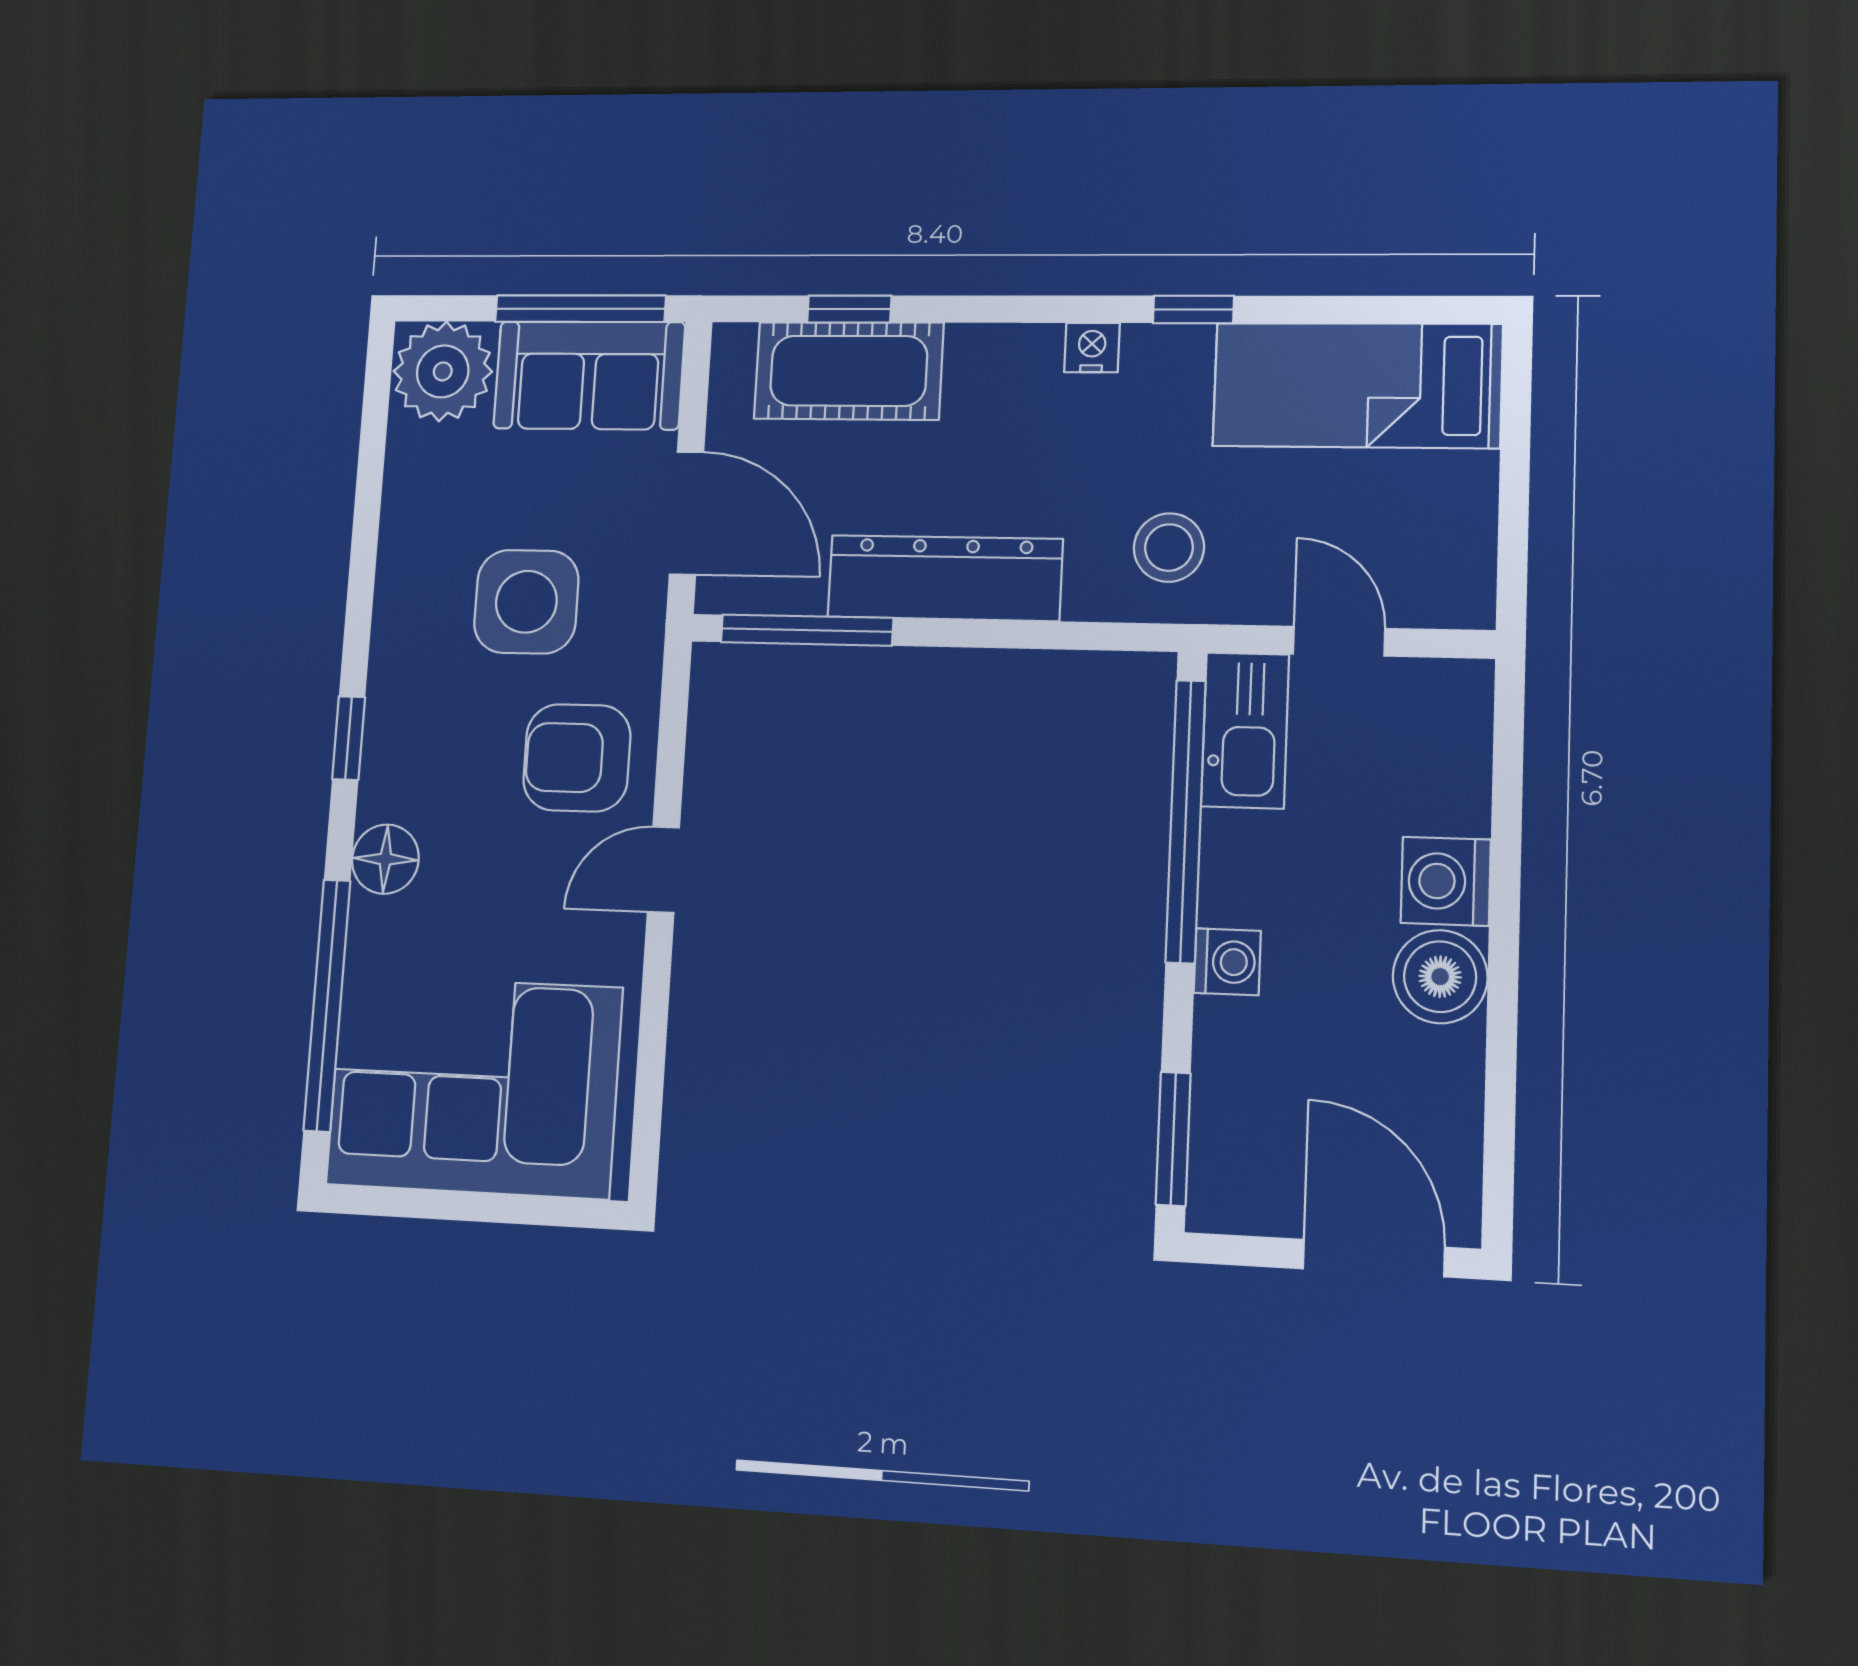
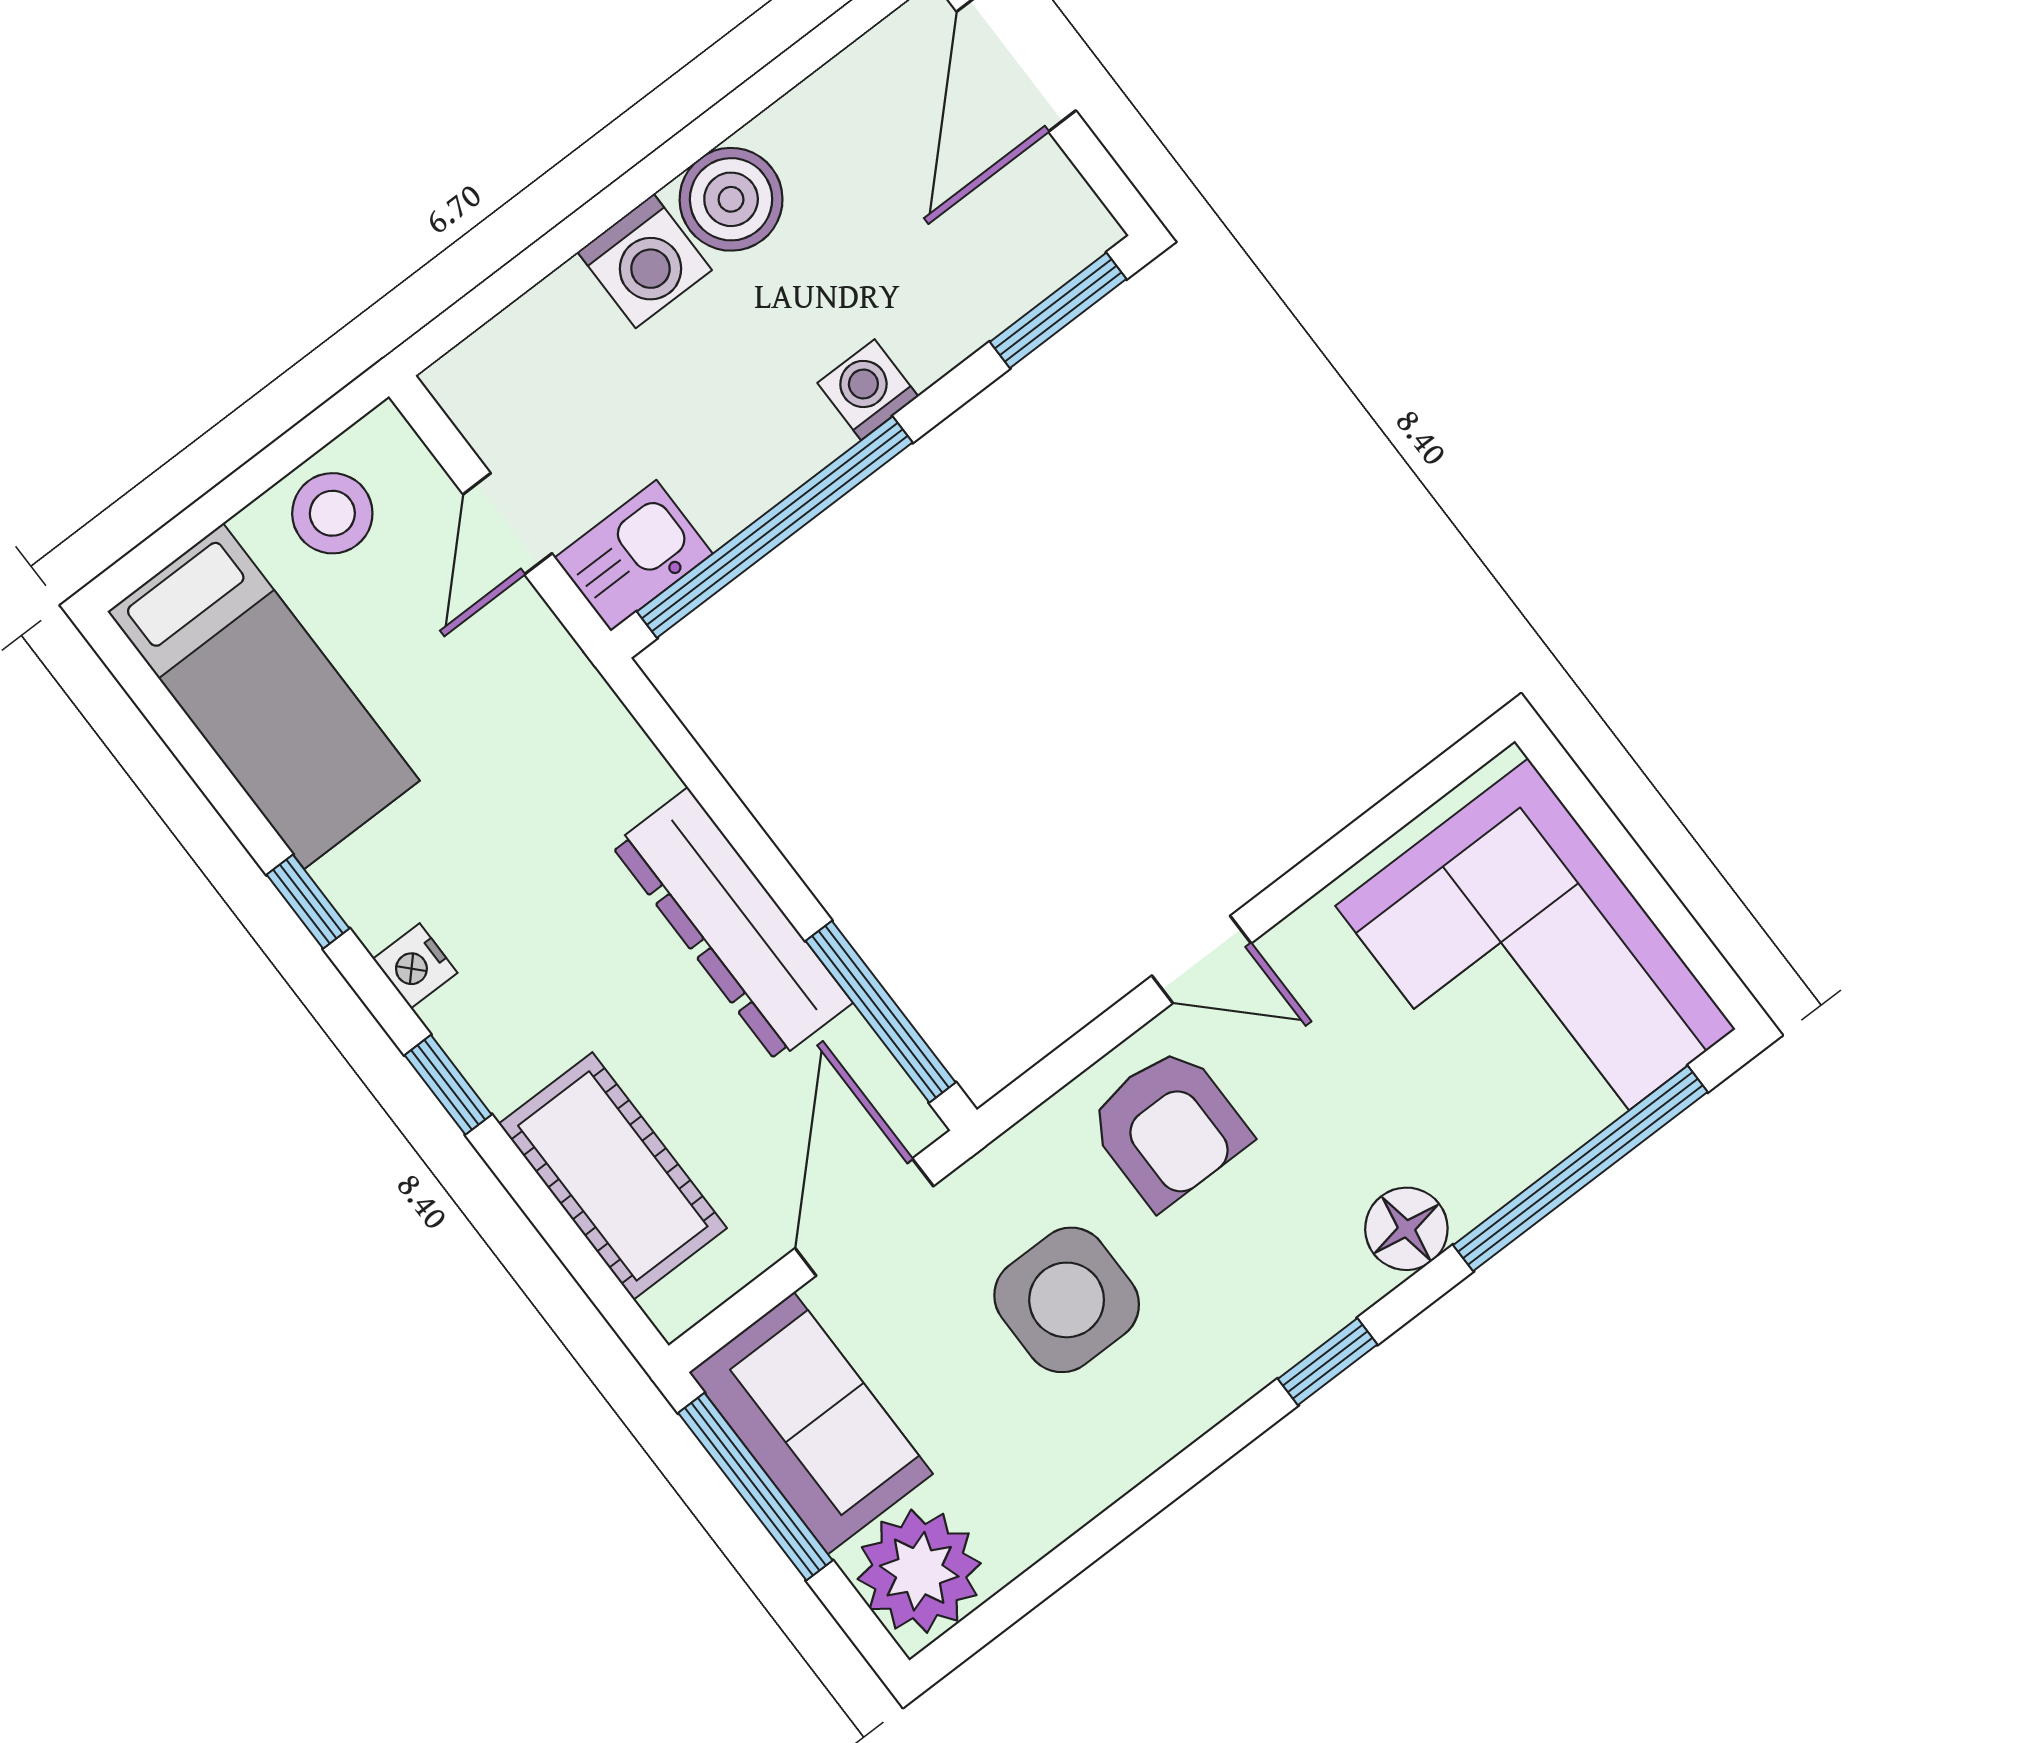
window: (849, 309) -> (448, 1085), moved
stool: (1169, 548) -> (332, 513), moved
kitchen sink: (1245, 730) -> (634, 556), width x0.73

